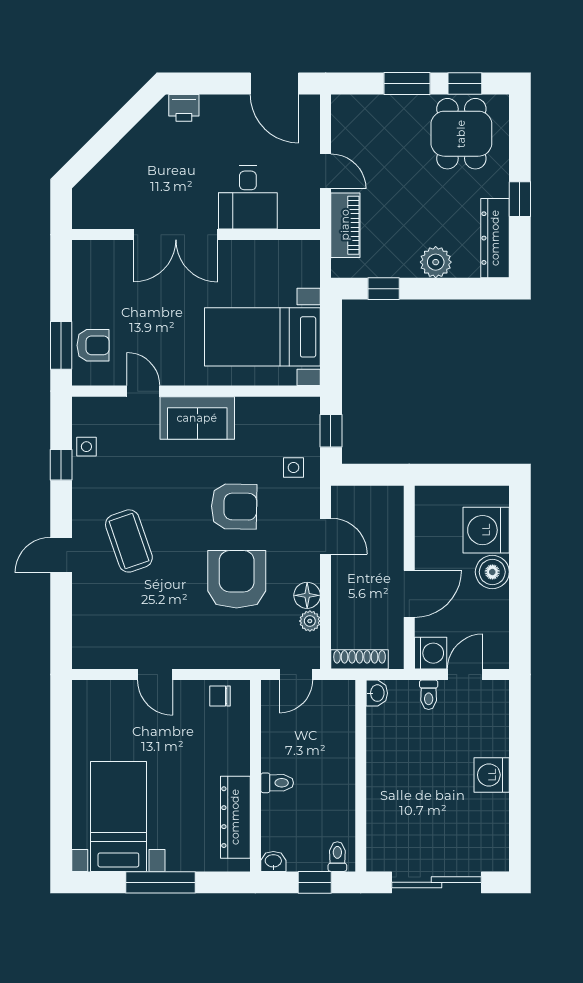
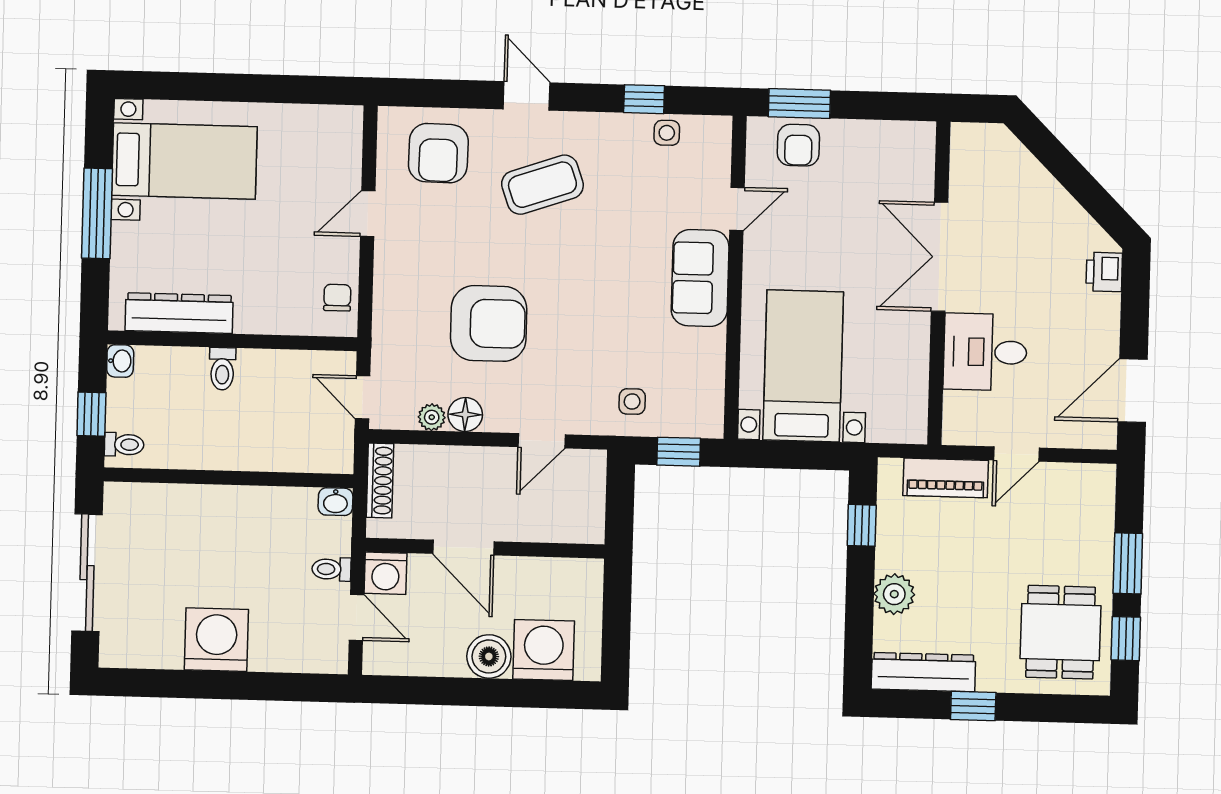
dining table: (461, 134) -> (1061, 632), turned 90
armchair: (234, 506) -> (438, 153), moved
washing machine: (492, 775) -> (216, 640), width x1.37, depth x1.37

